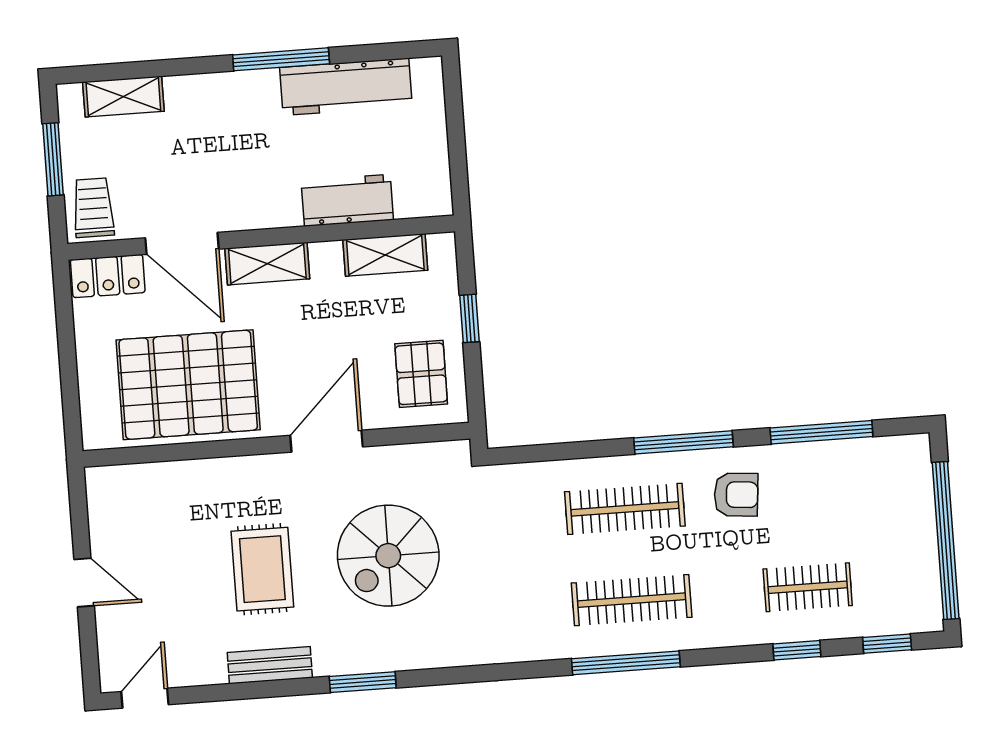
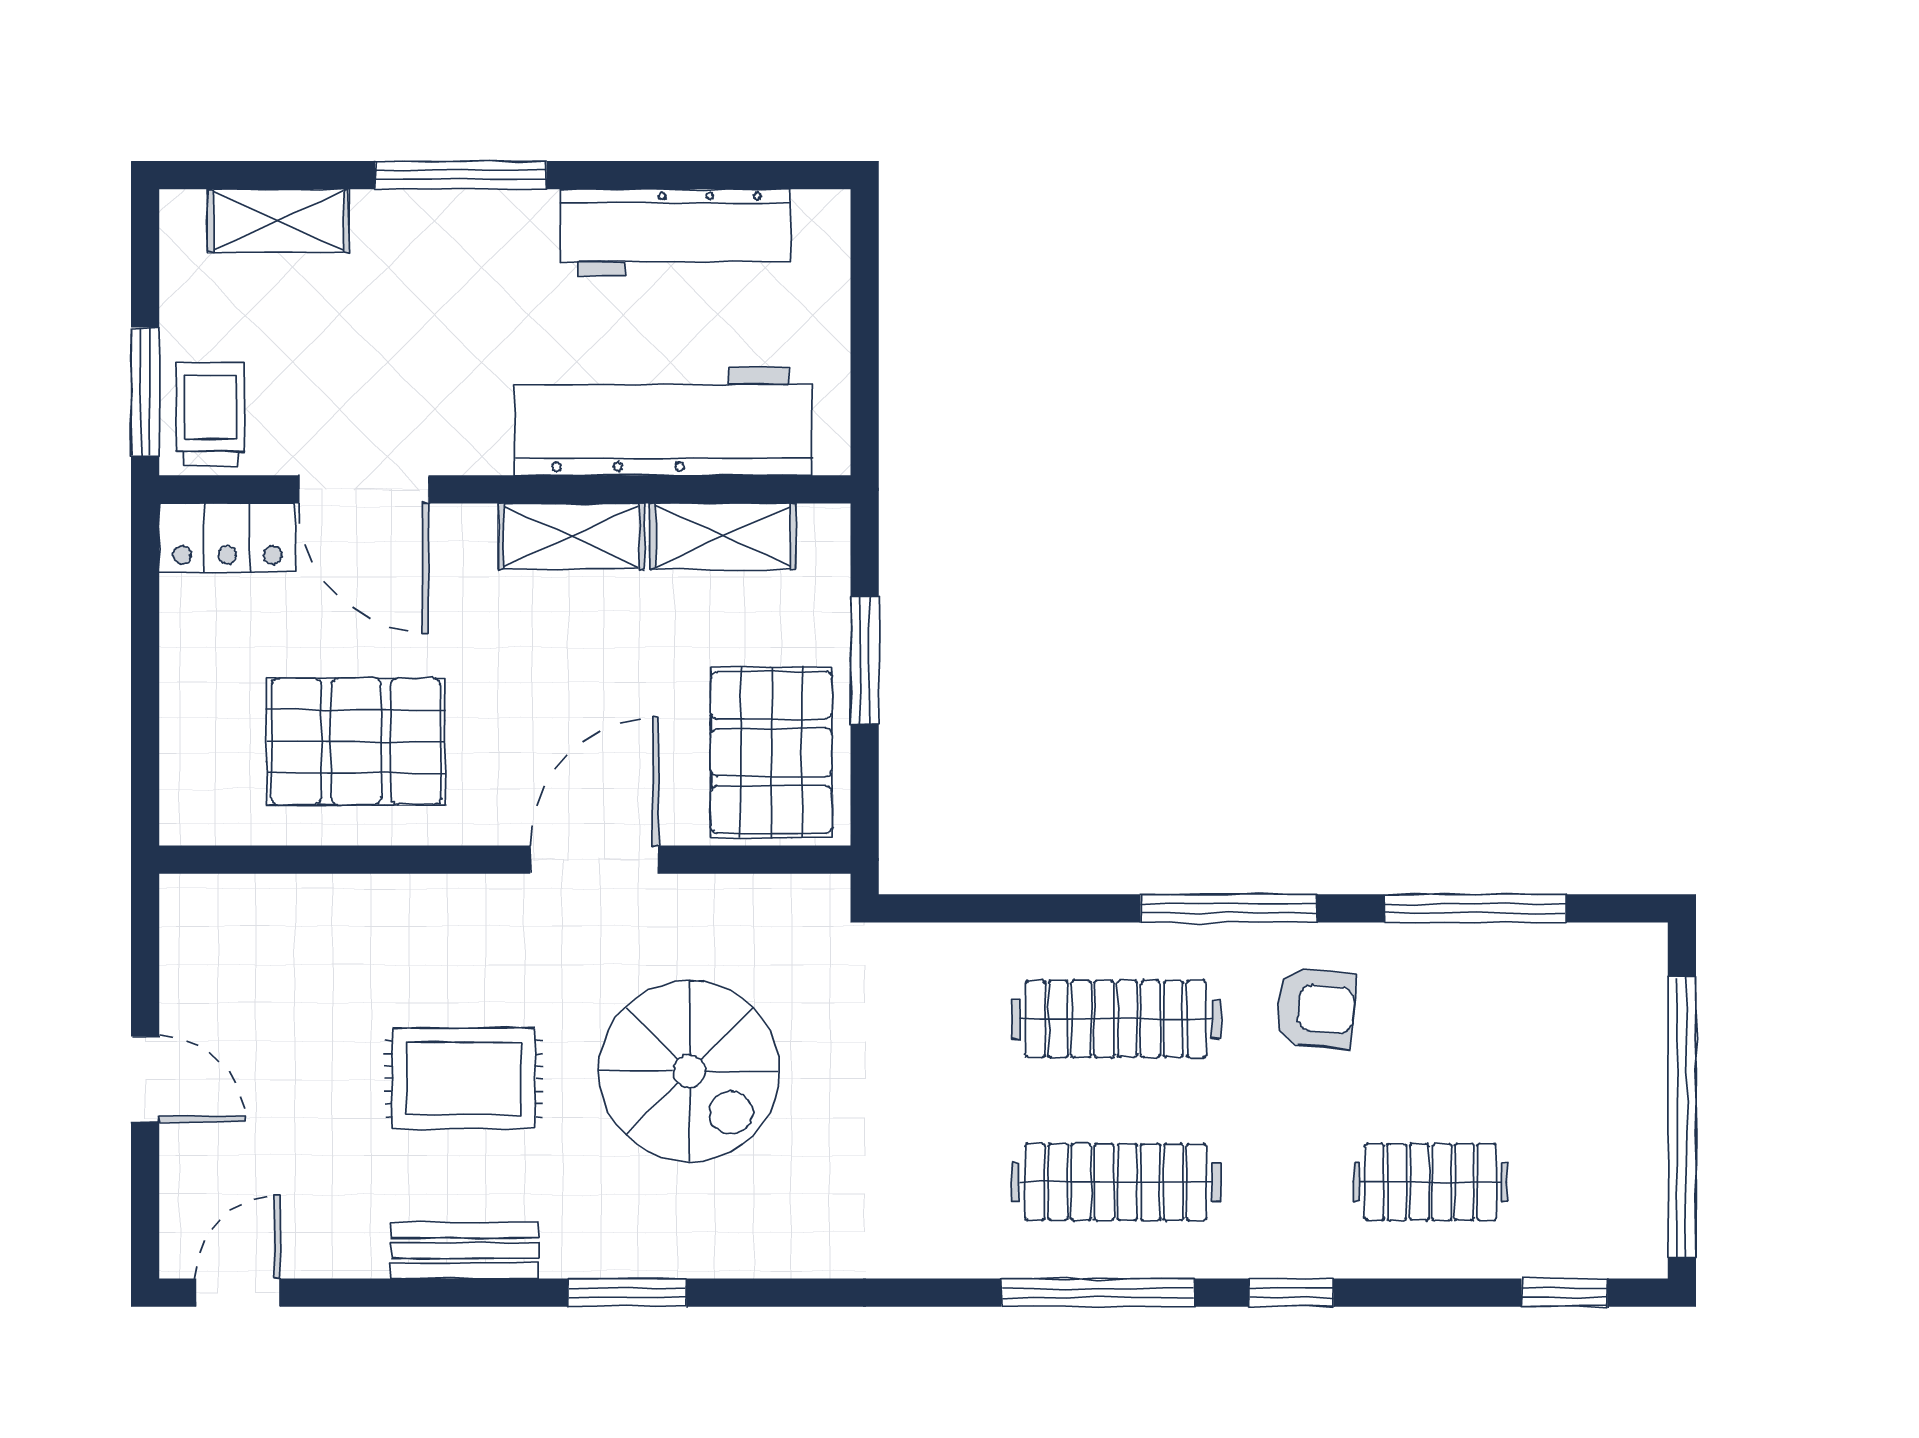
window: (281, 59) -> (461, 175), moved
window: (53, 159) -> (145, 392), moved
workbench: (347, 200) -> (663, 421), width x1.88, depth x1.32
shelving: (267, 264) -> (571, 536), moved
window: (469, 318) -> (865, 660), width x1.50
pallet: (421, 374) -> (771, 752), width x1.50, depth x1.42
pallet: (188, 385) -> (356, 741), width x0.73, depth x0.71
spiral stairs: (388, 556) -> (689, 1071), turned -90
rug: (262, 569) -> (464, 1079), turned 90
window: (797, 650) -> (1291, 1293), moved

